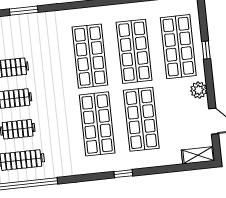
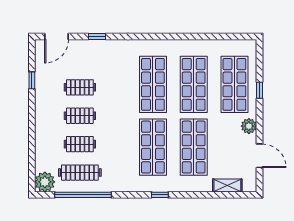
window: (24, 11) -> (97, 37), width x0.67
shelving: (198, 155) -> (227, 185), moved
window: (123, 174) -> (160, 195), moved

